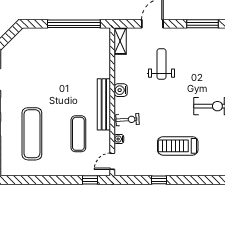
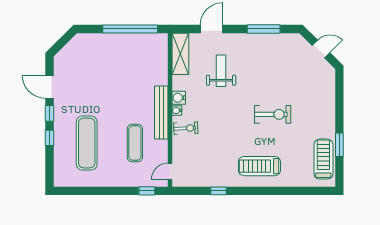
shelving: (120, 41) -> (180, 54), width x1.50, depth x1.33
water cooler: (119, 139) -> (177, 110), moved
treadmill: (178, 146) -> (259, 166), moved

